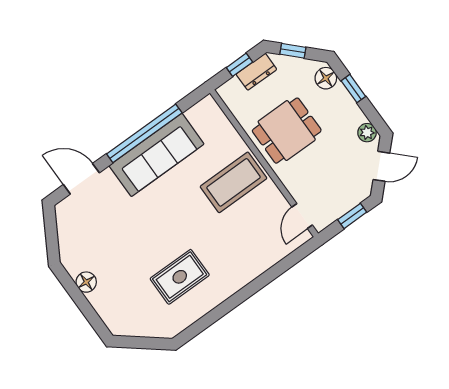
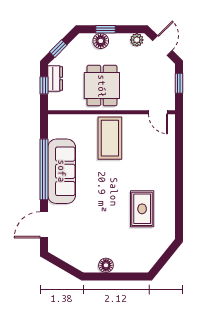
floor lamp: (326, 78) -> (101, 41), moved

